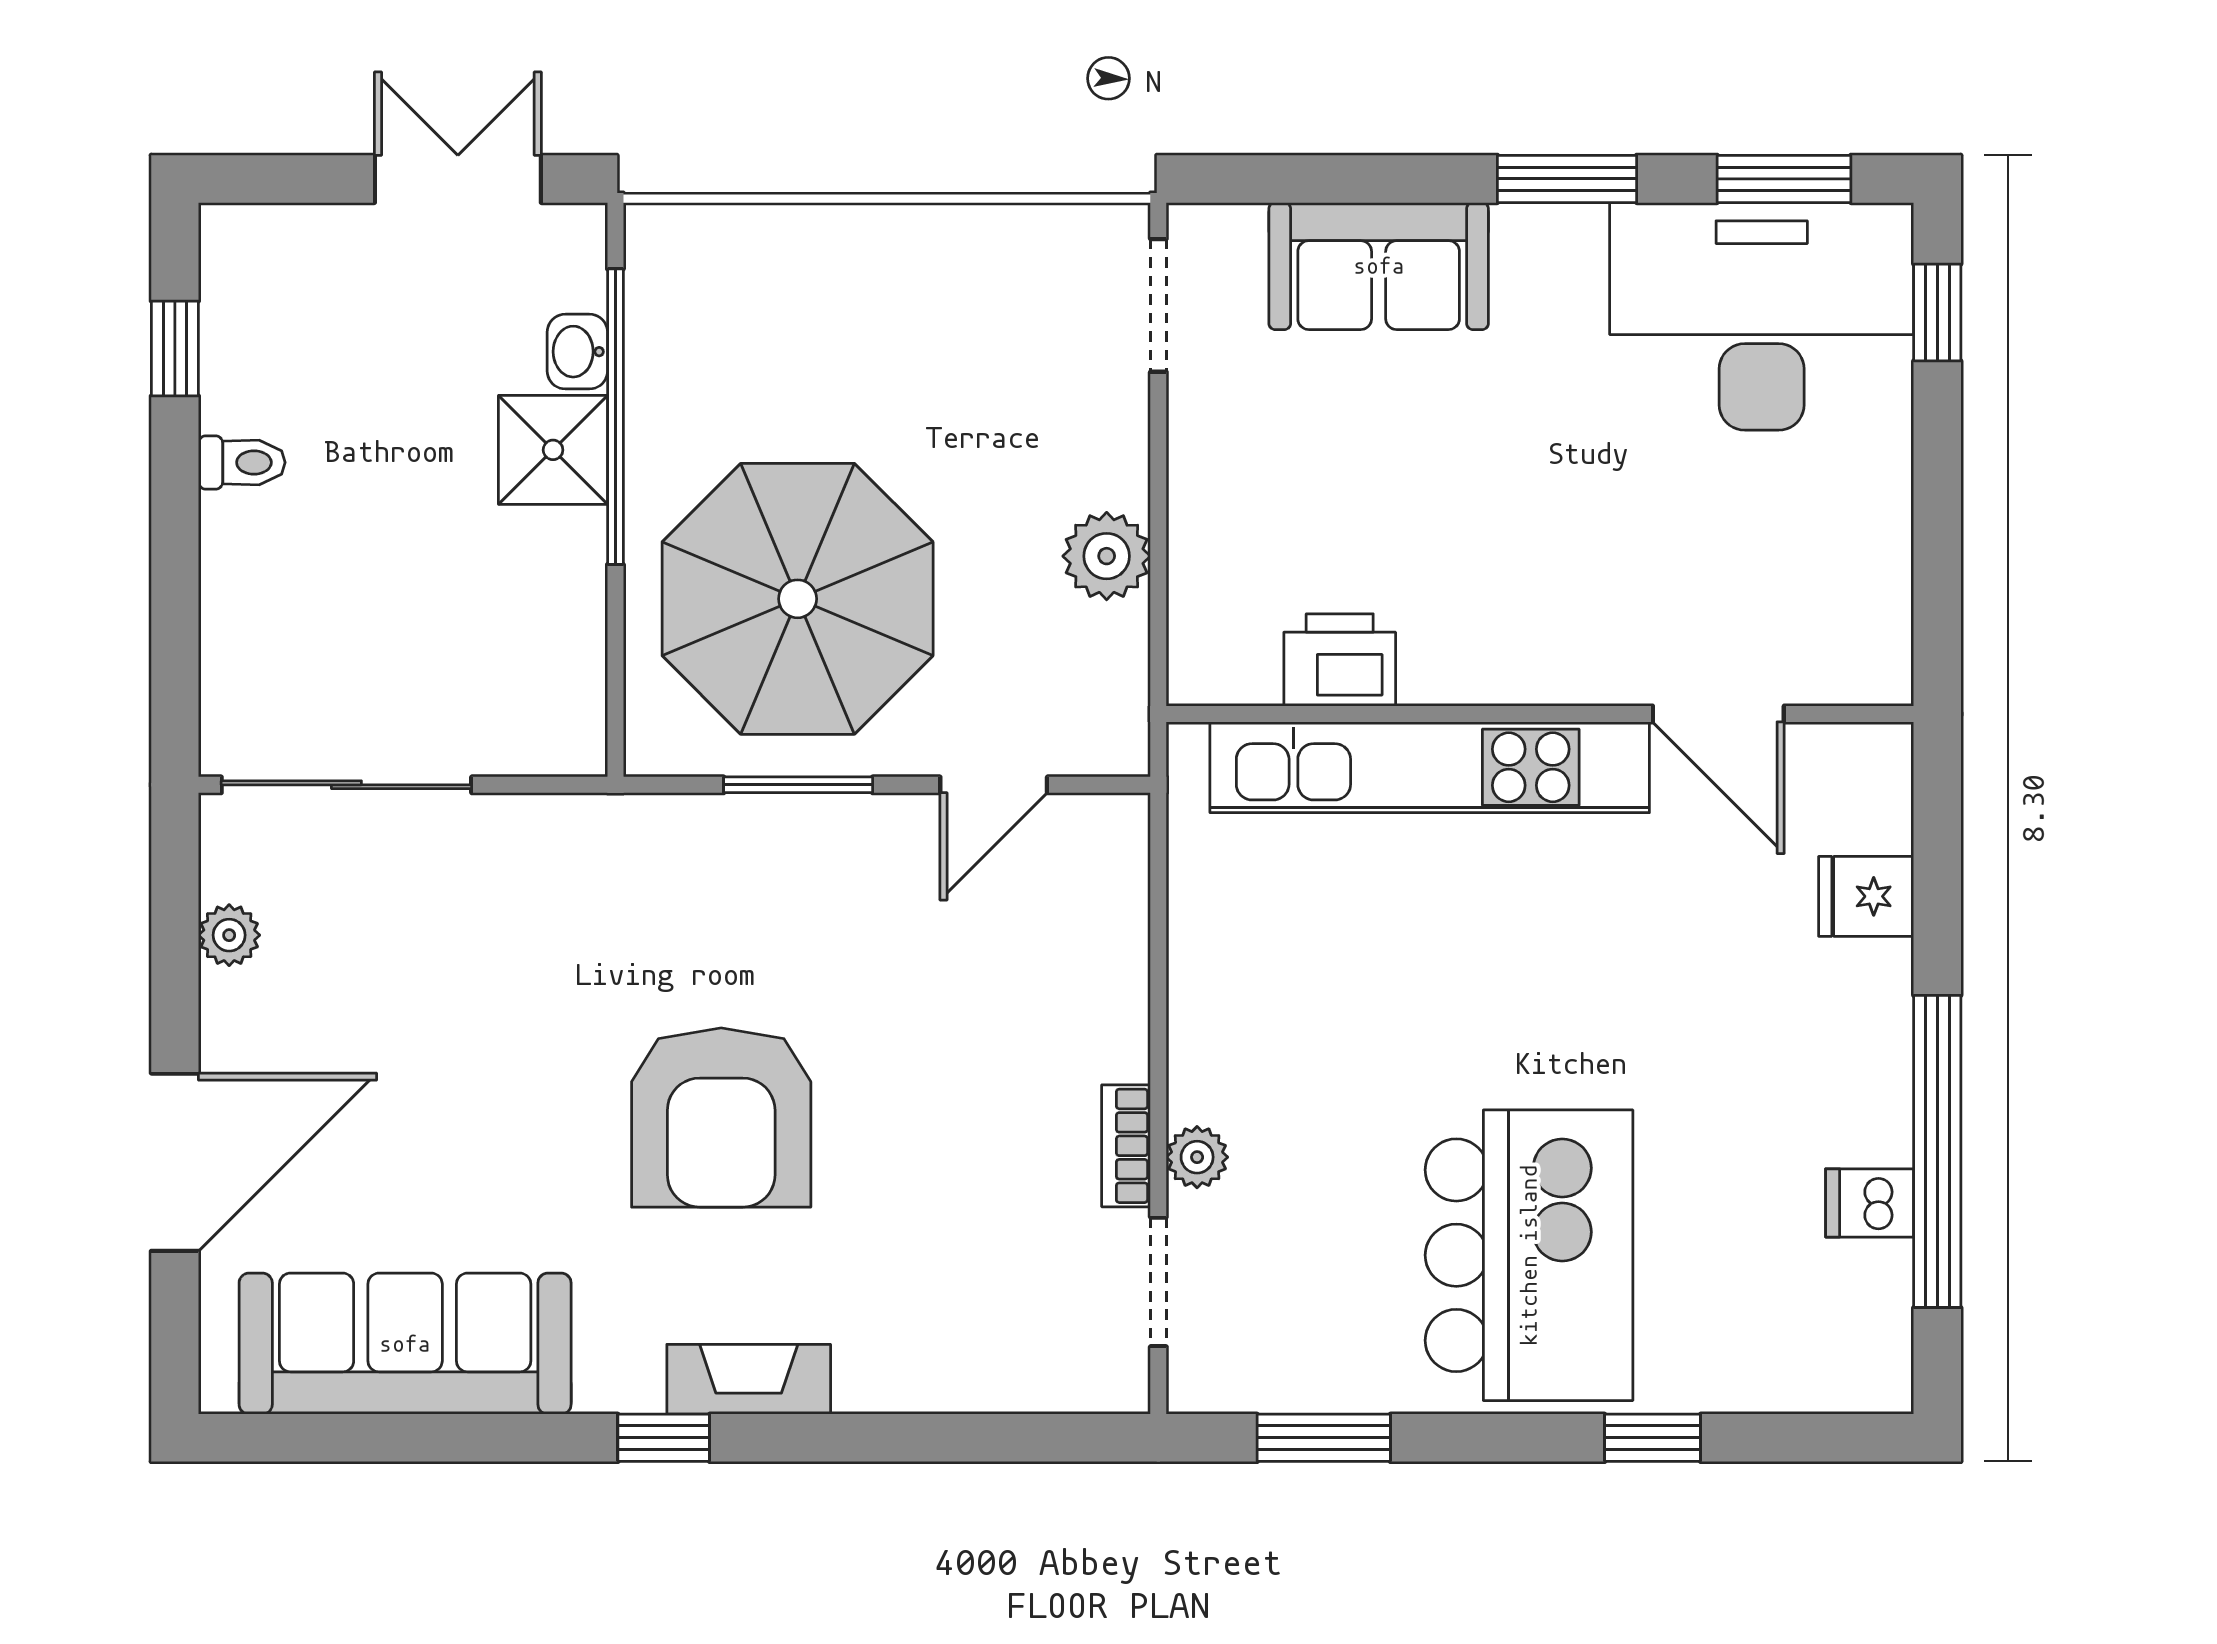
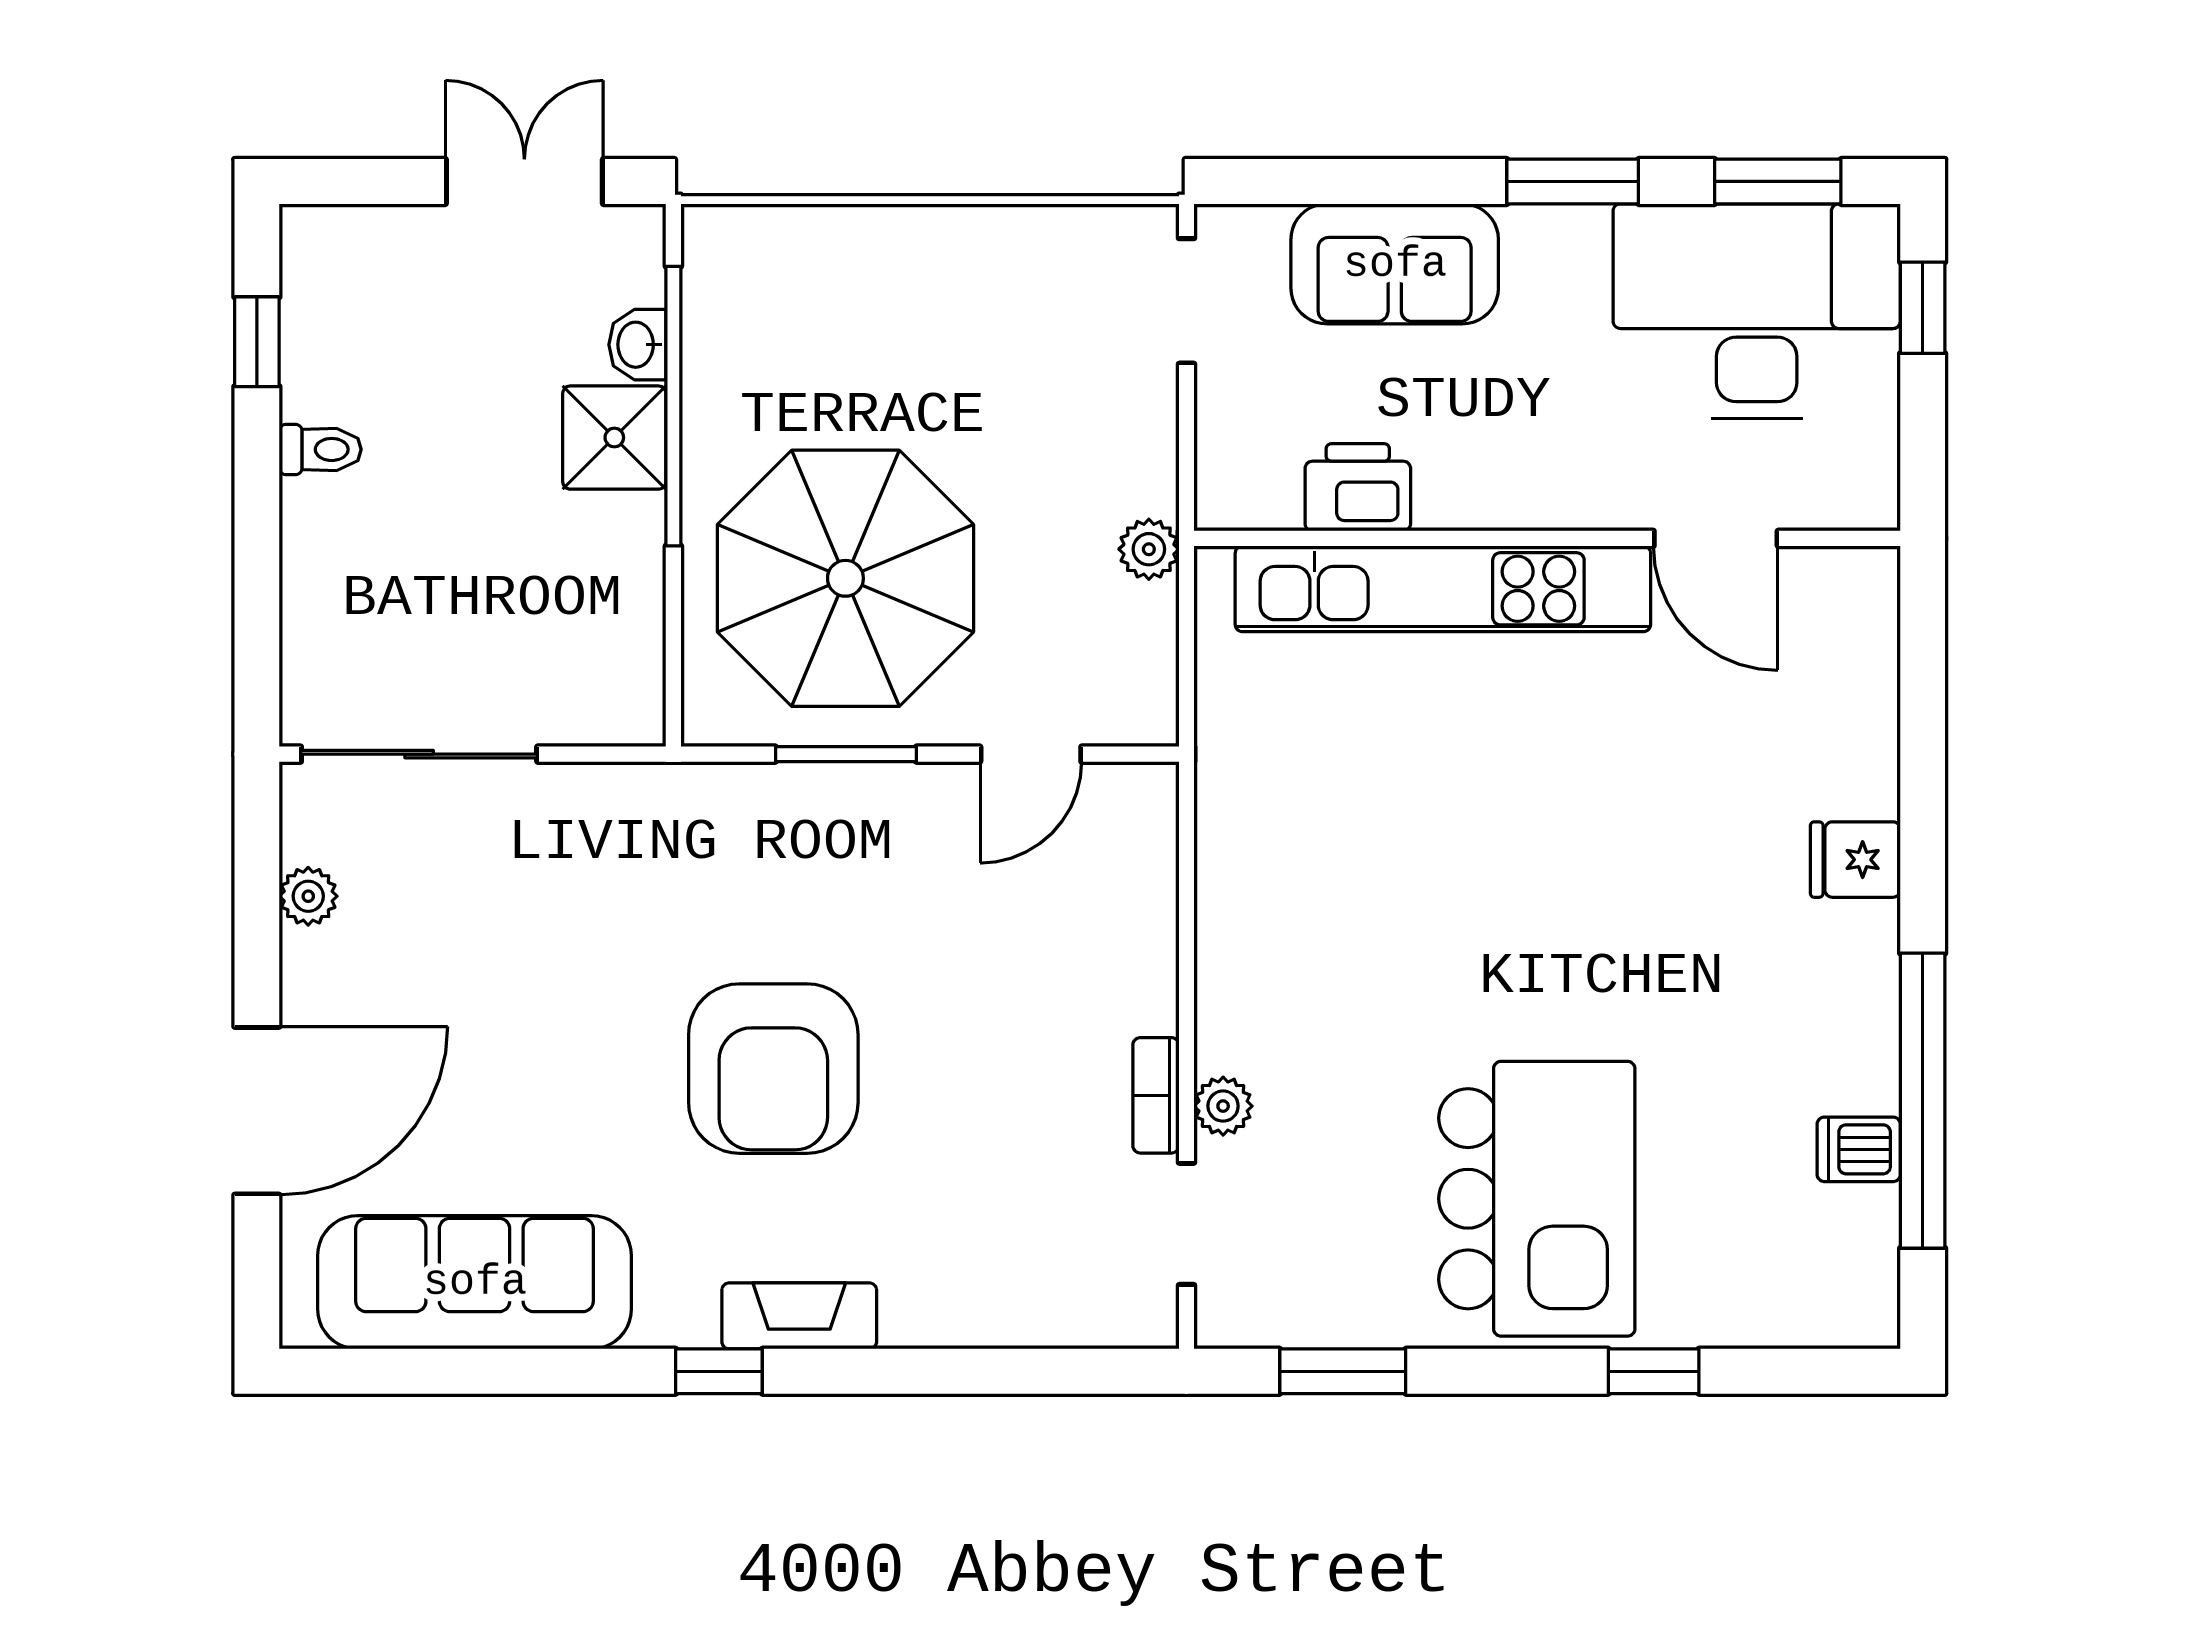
plant: (1107, 556) -> (1149, 549), width x0.73, depth x0.73
printer: (1340, 660) -> (1358, 487), moved
wall: (1540, 714) -> (1547, 538), moved
door: (1718, 714) -> (1716, 538), moved
kitchen unit: (1430, 767) -> (1443, 589), moved

